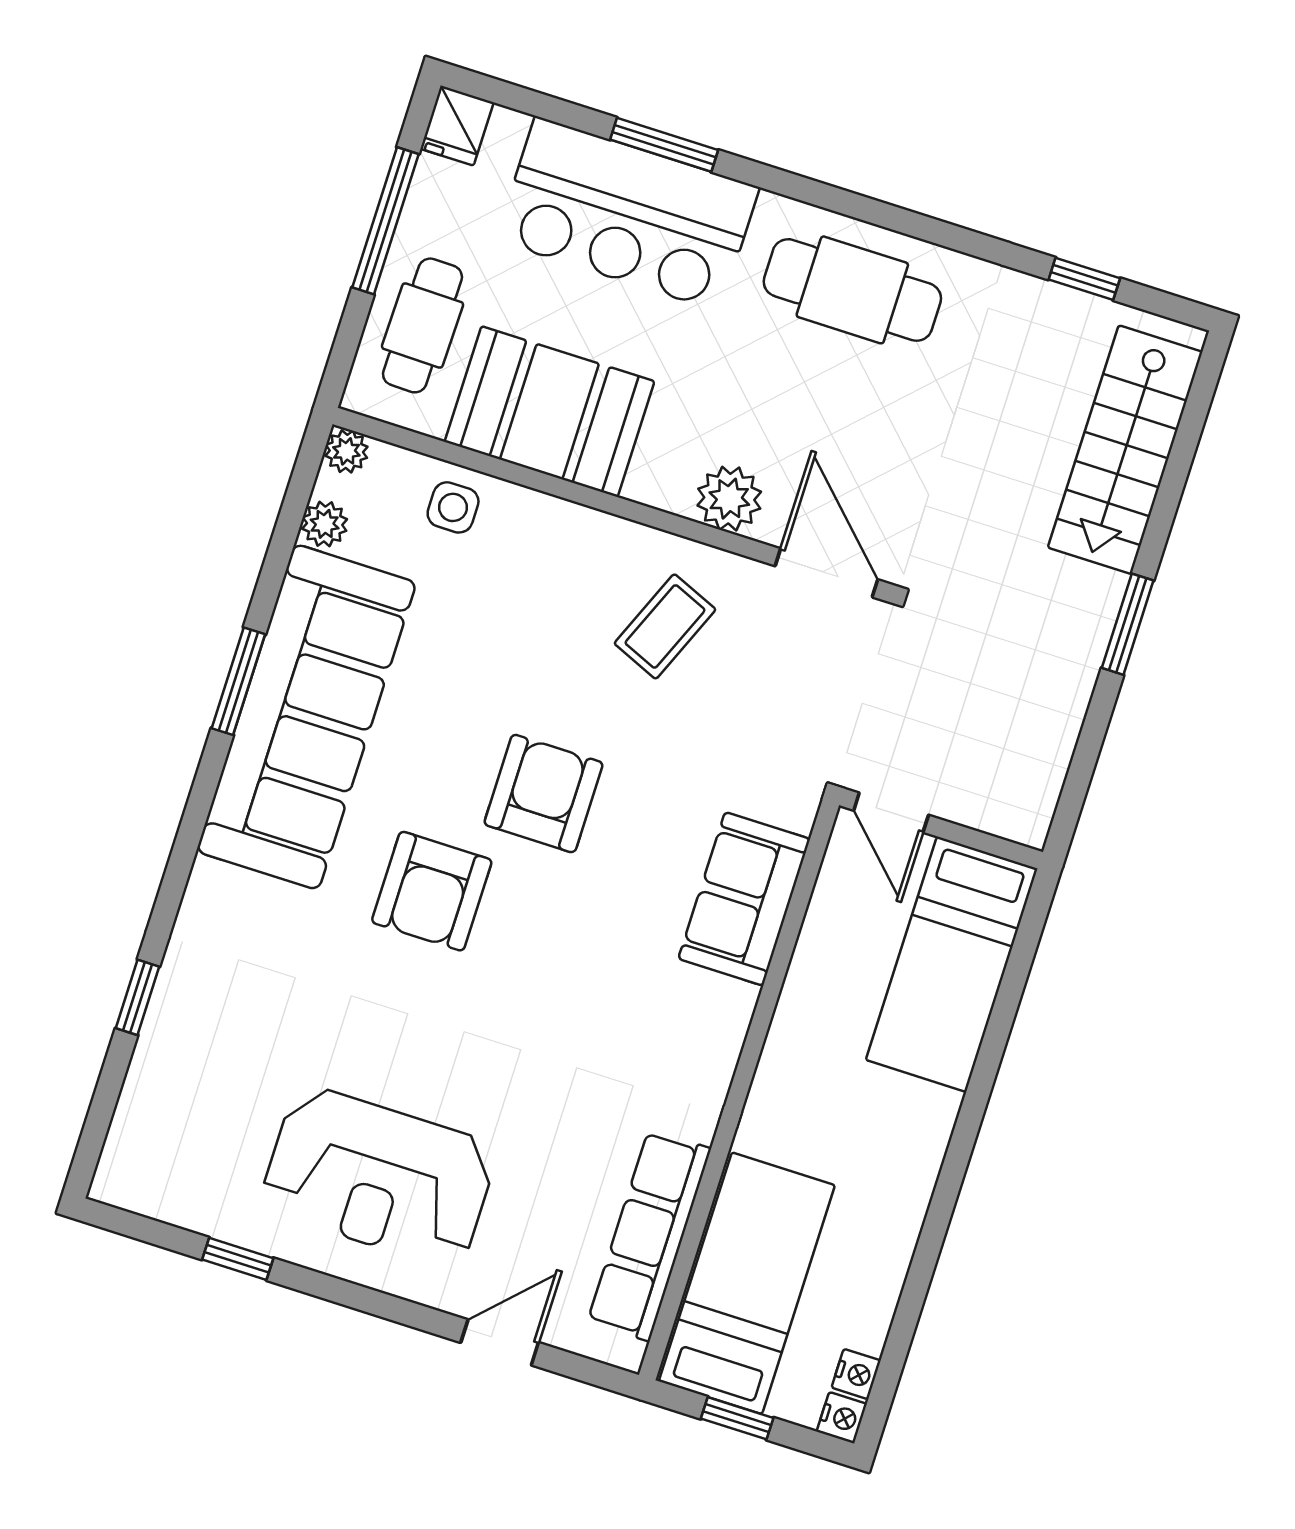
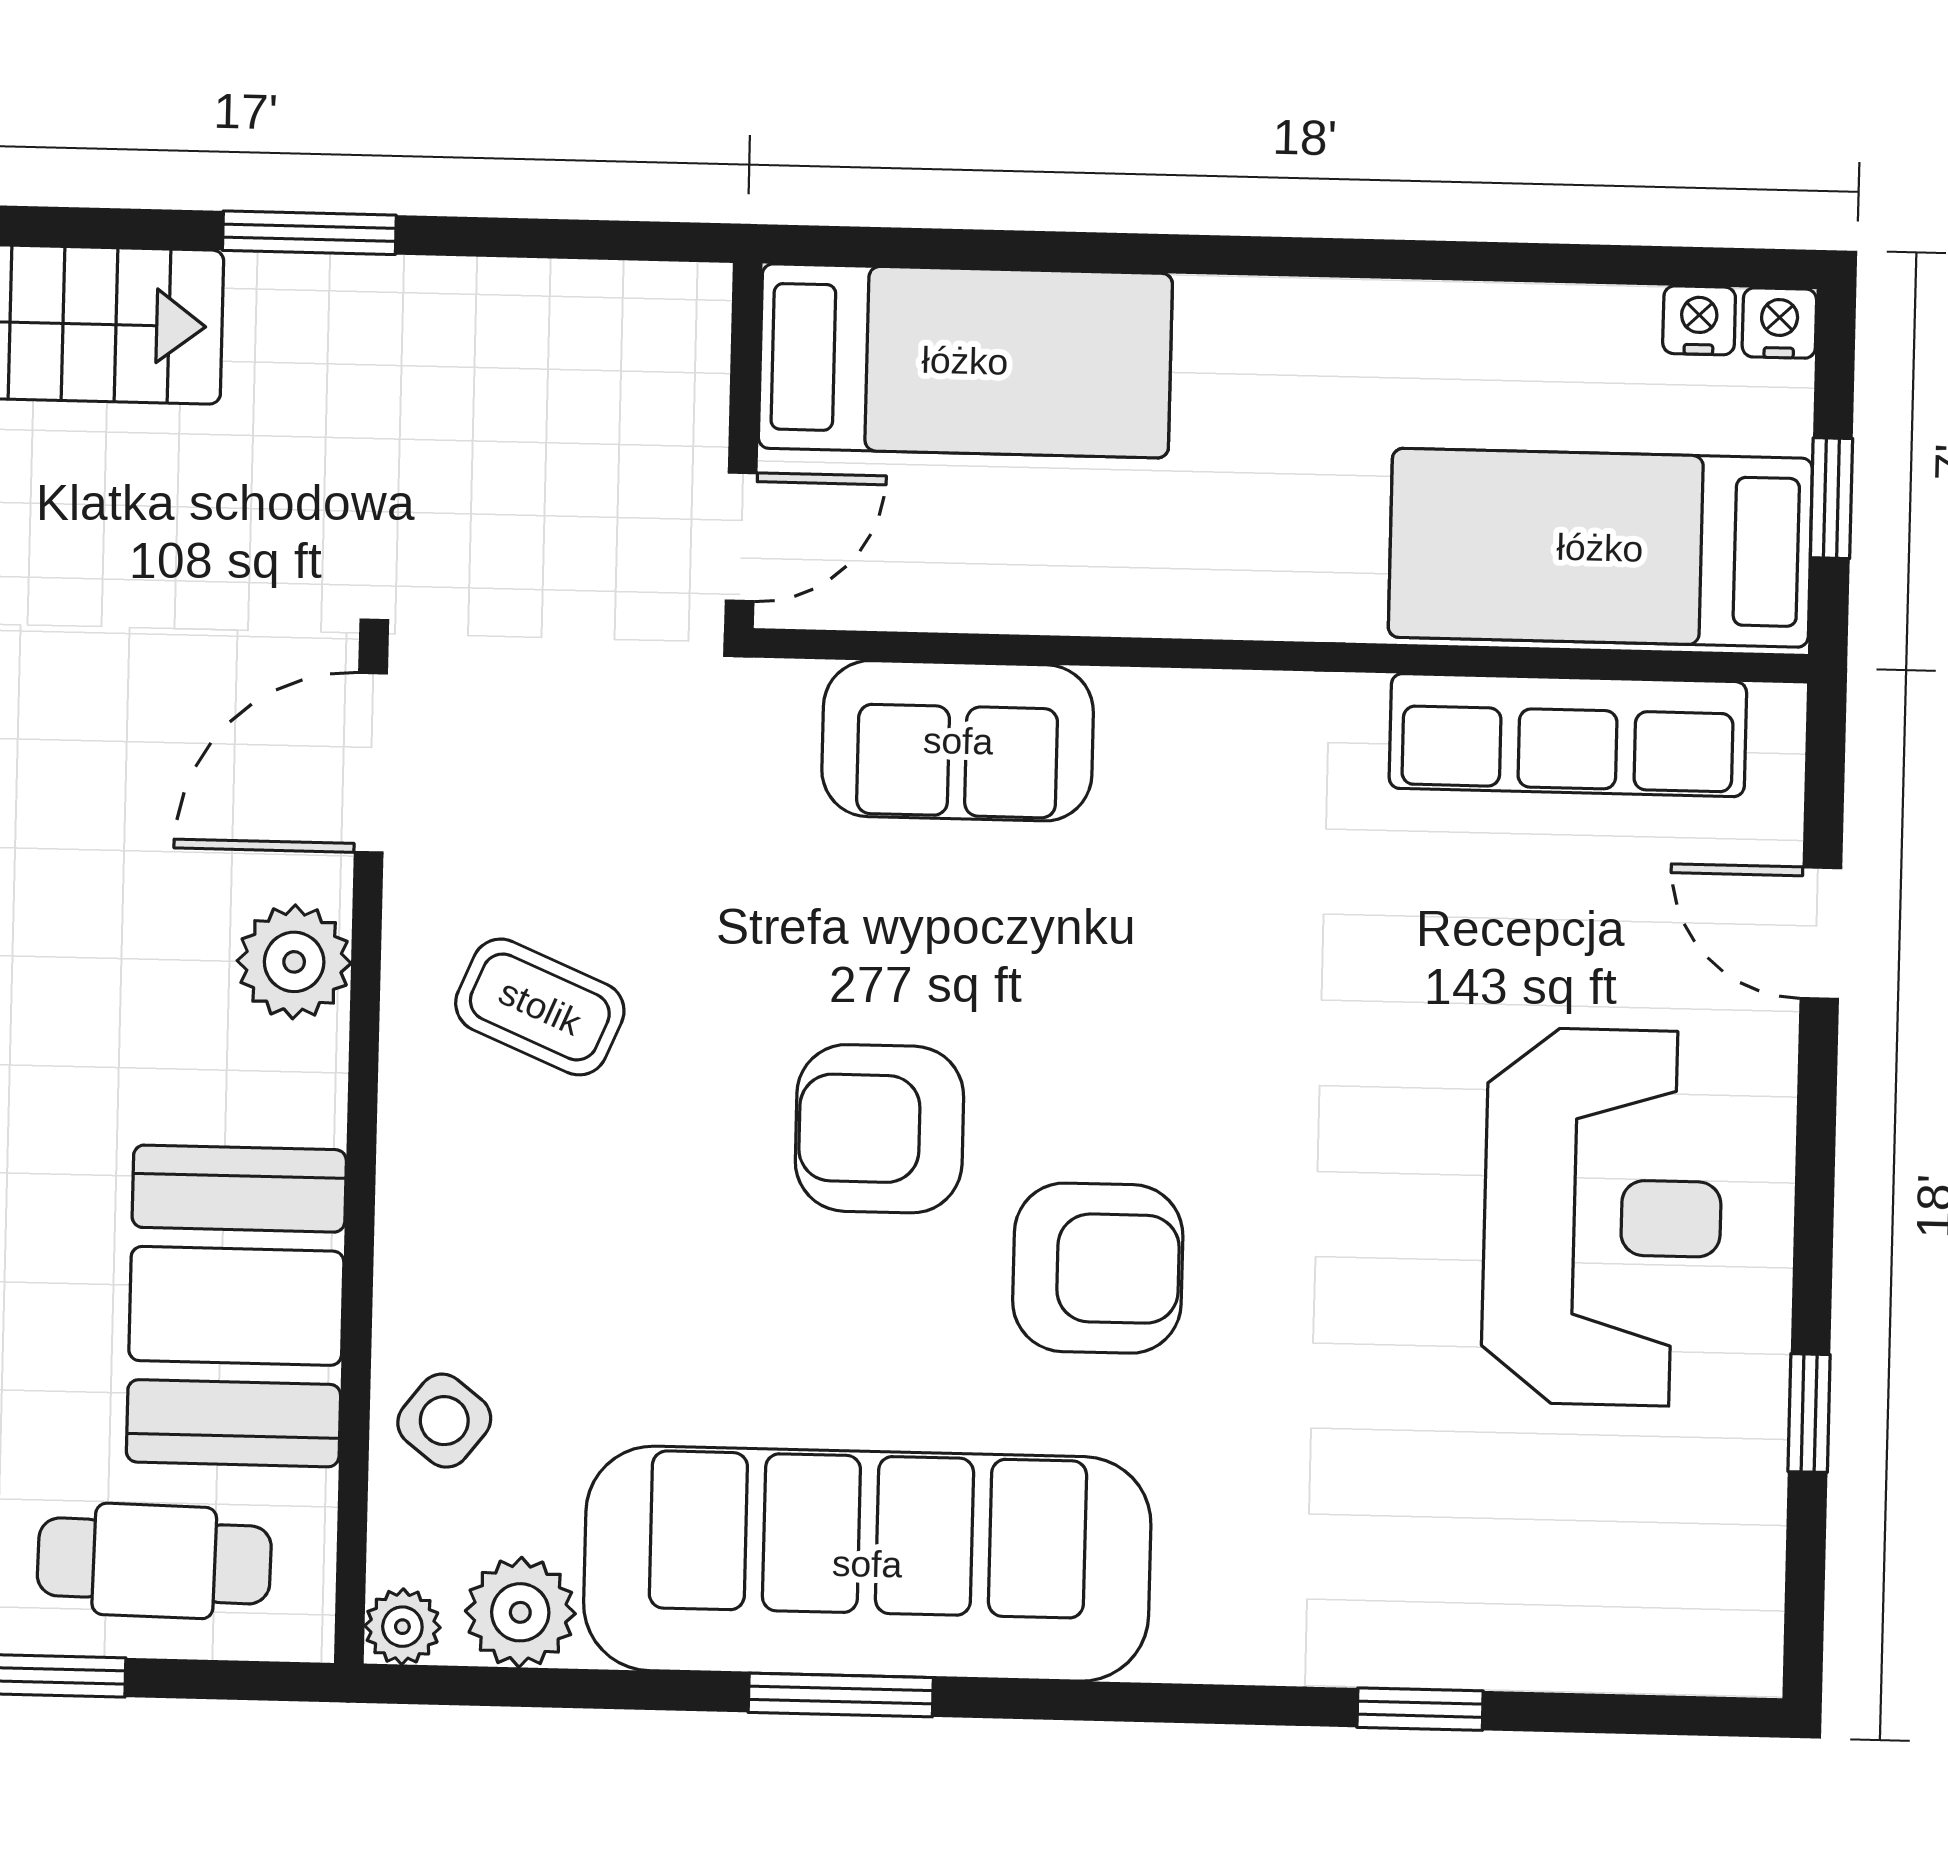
side table: (453, 507) -> (444, 1421), turned 38
plant: (325, 524) -> (520, 1612), width x1.38, depth x1.38

